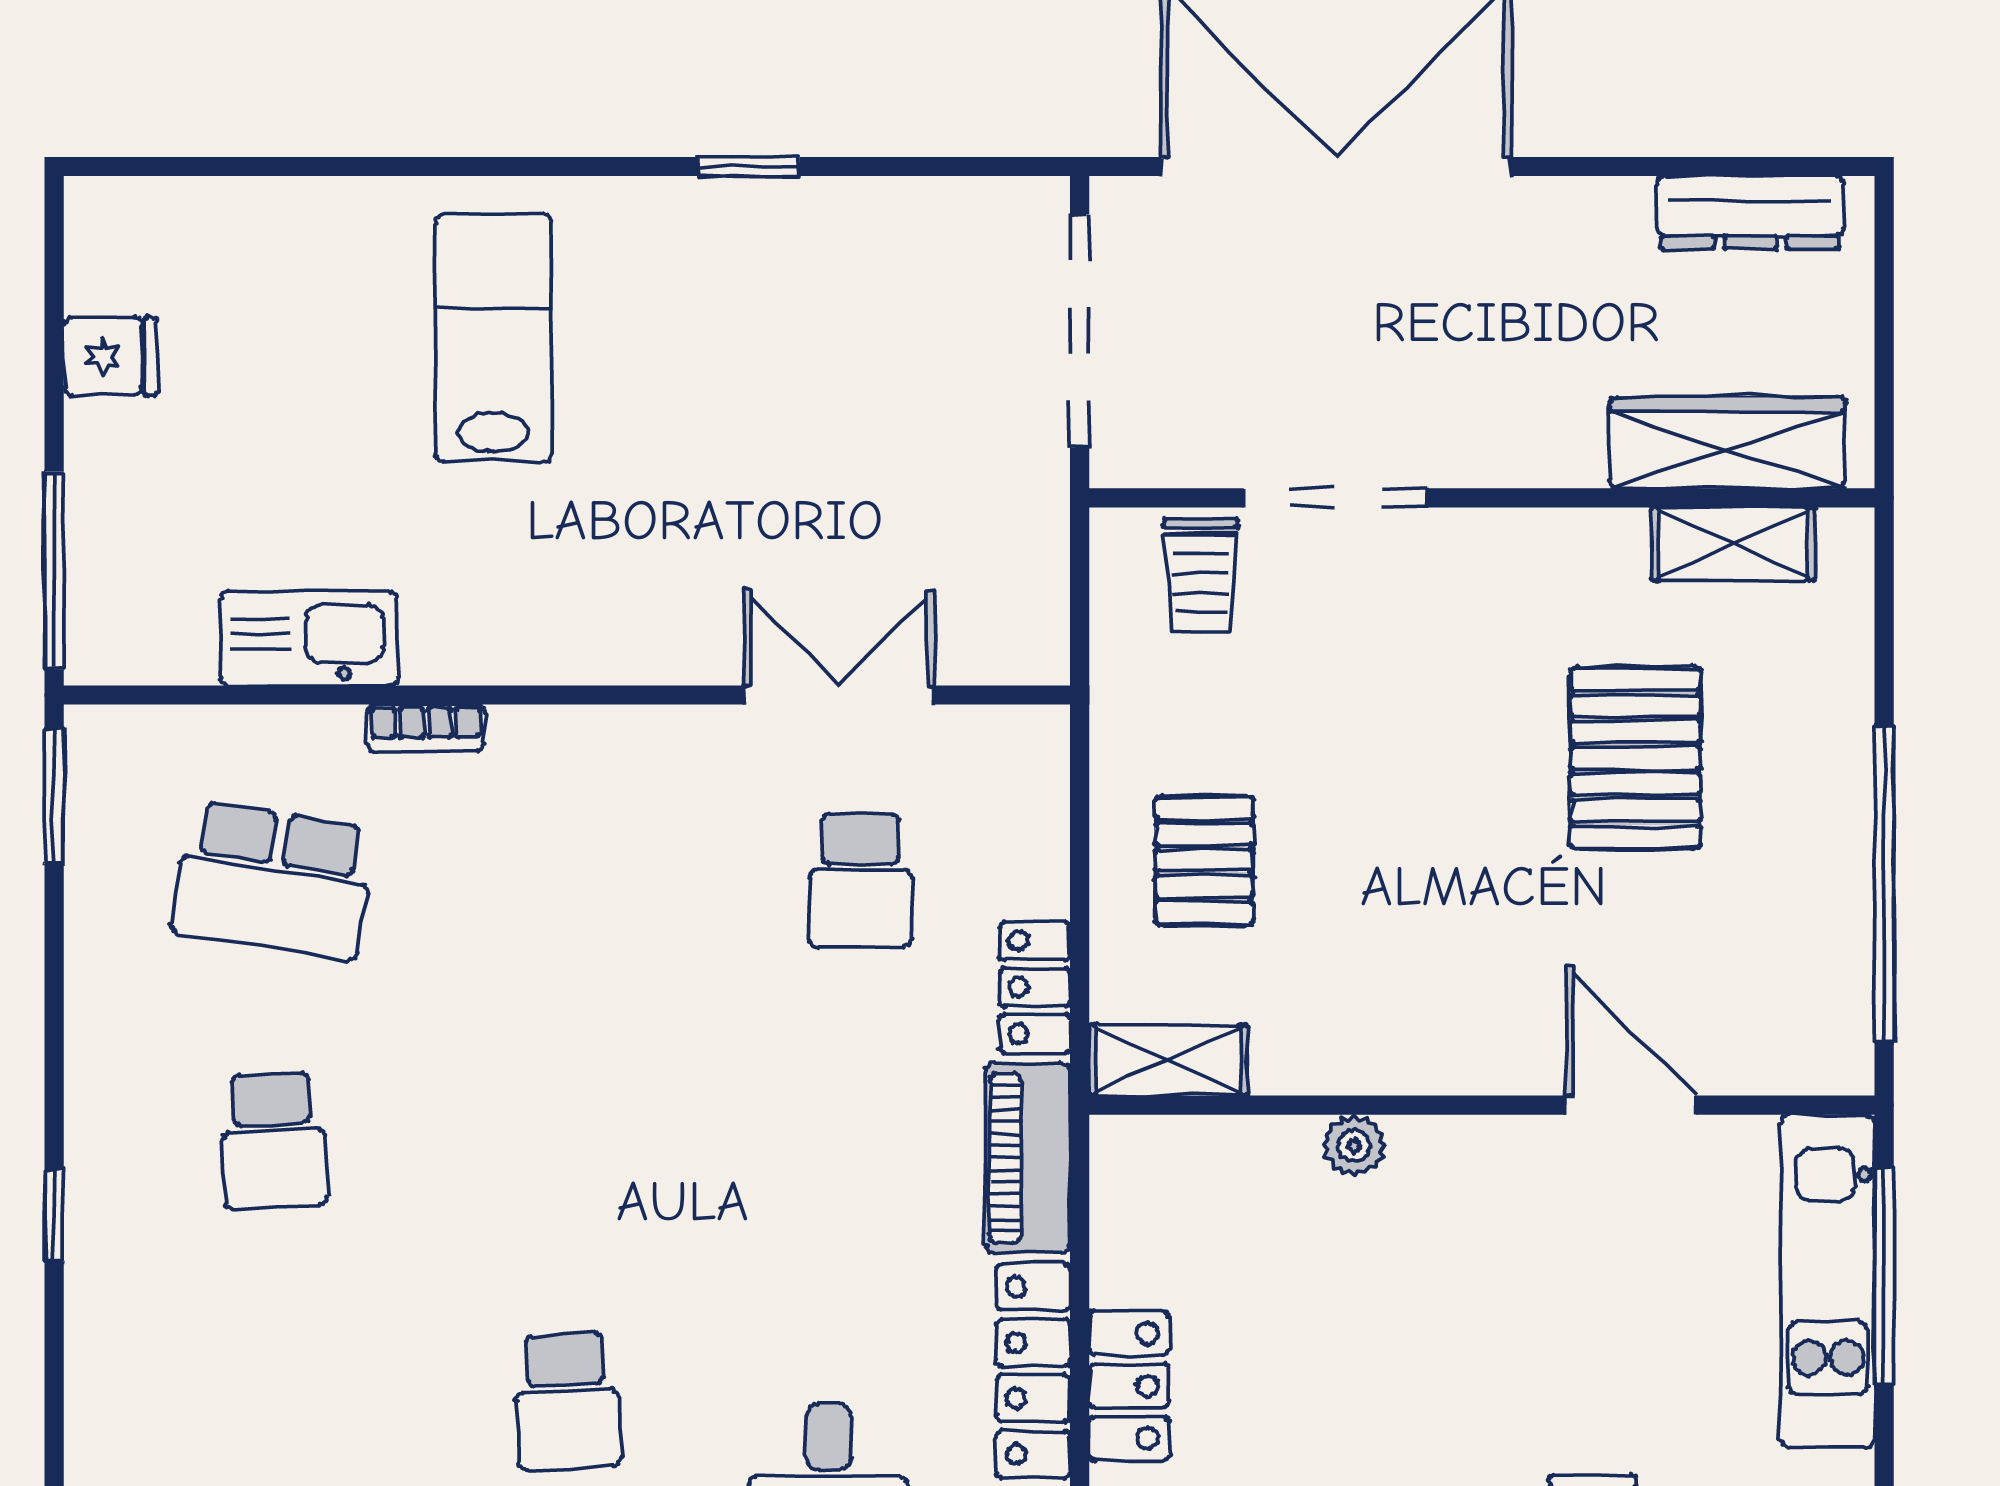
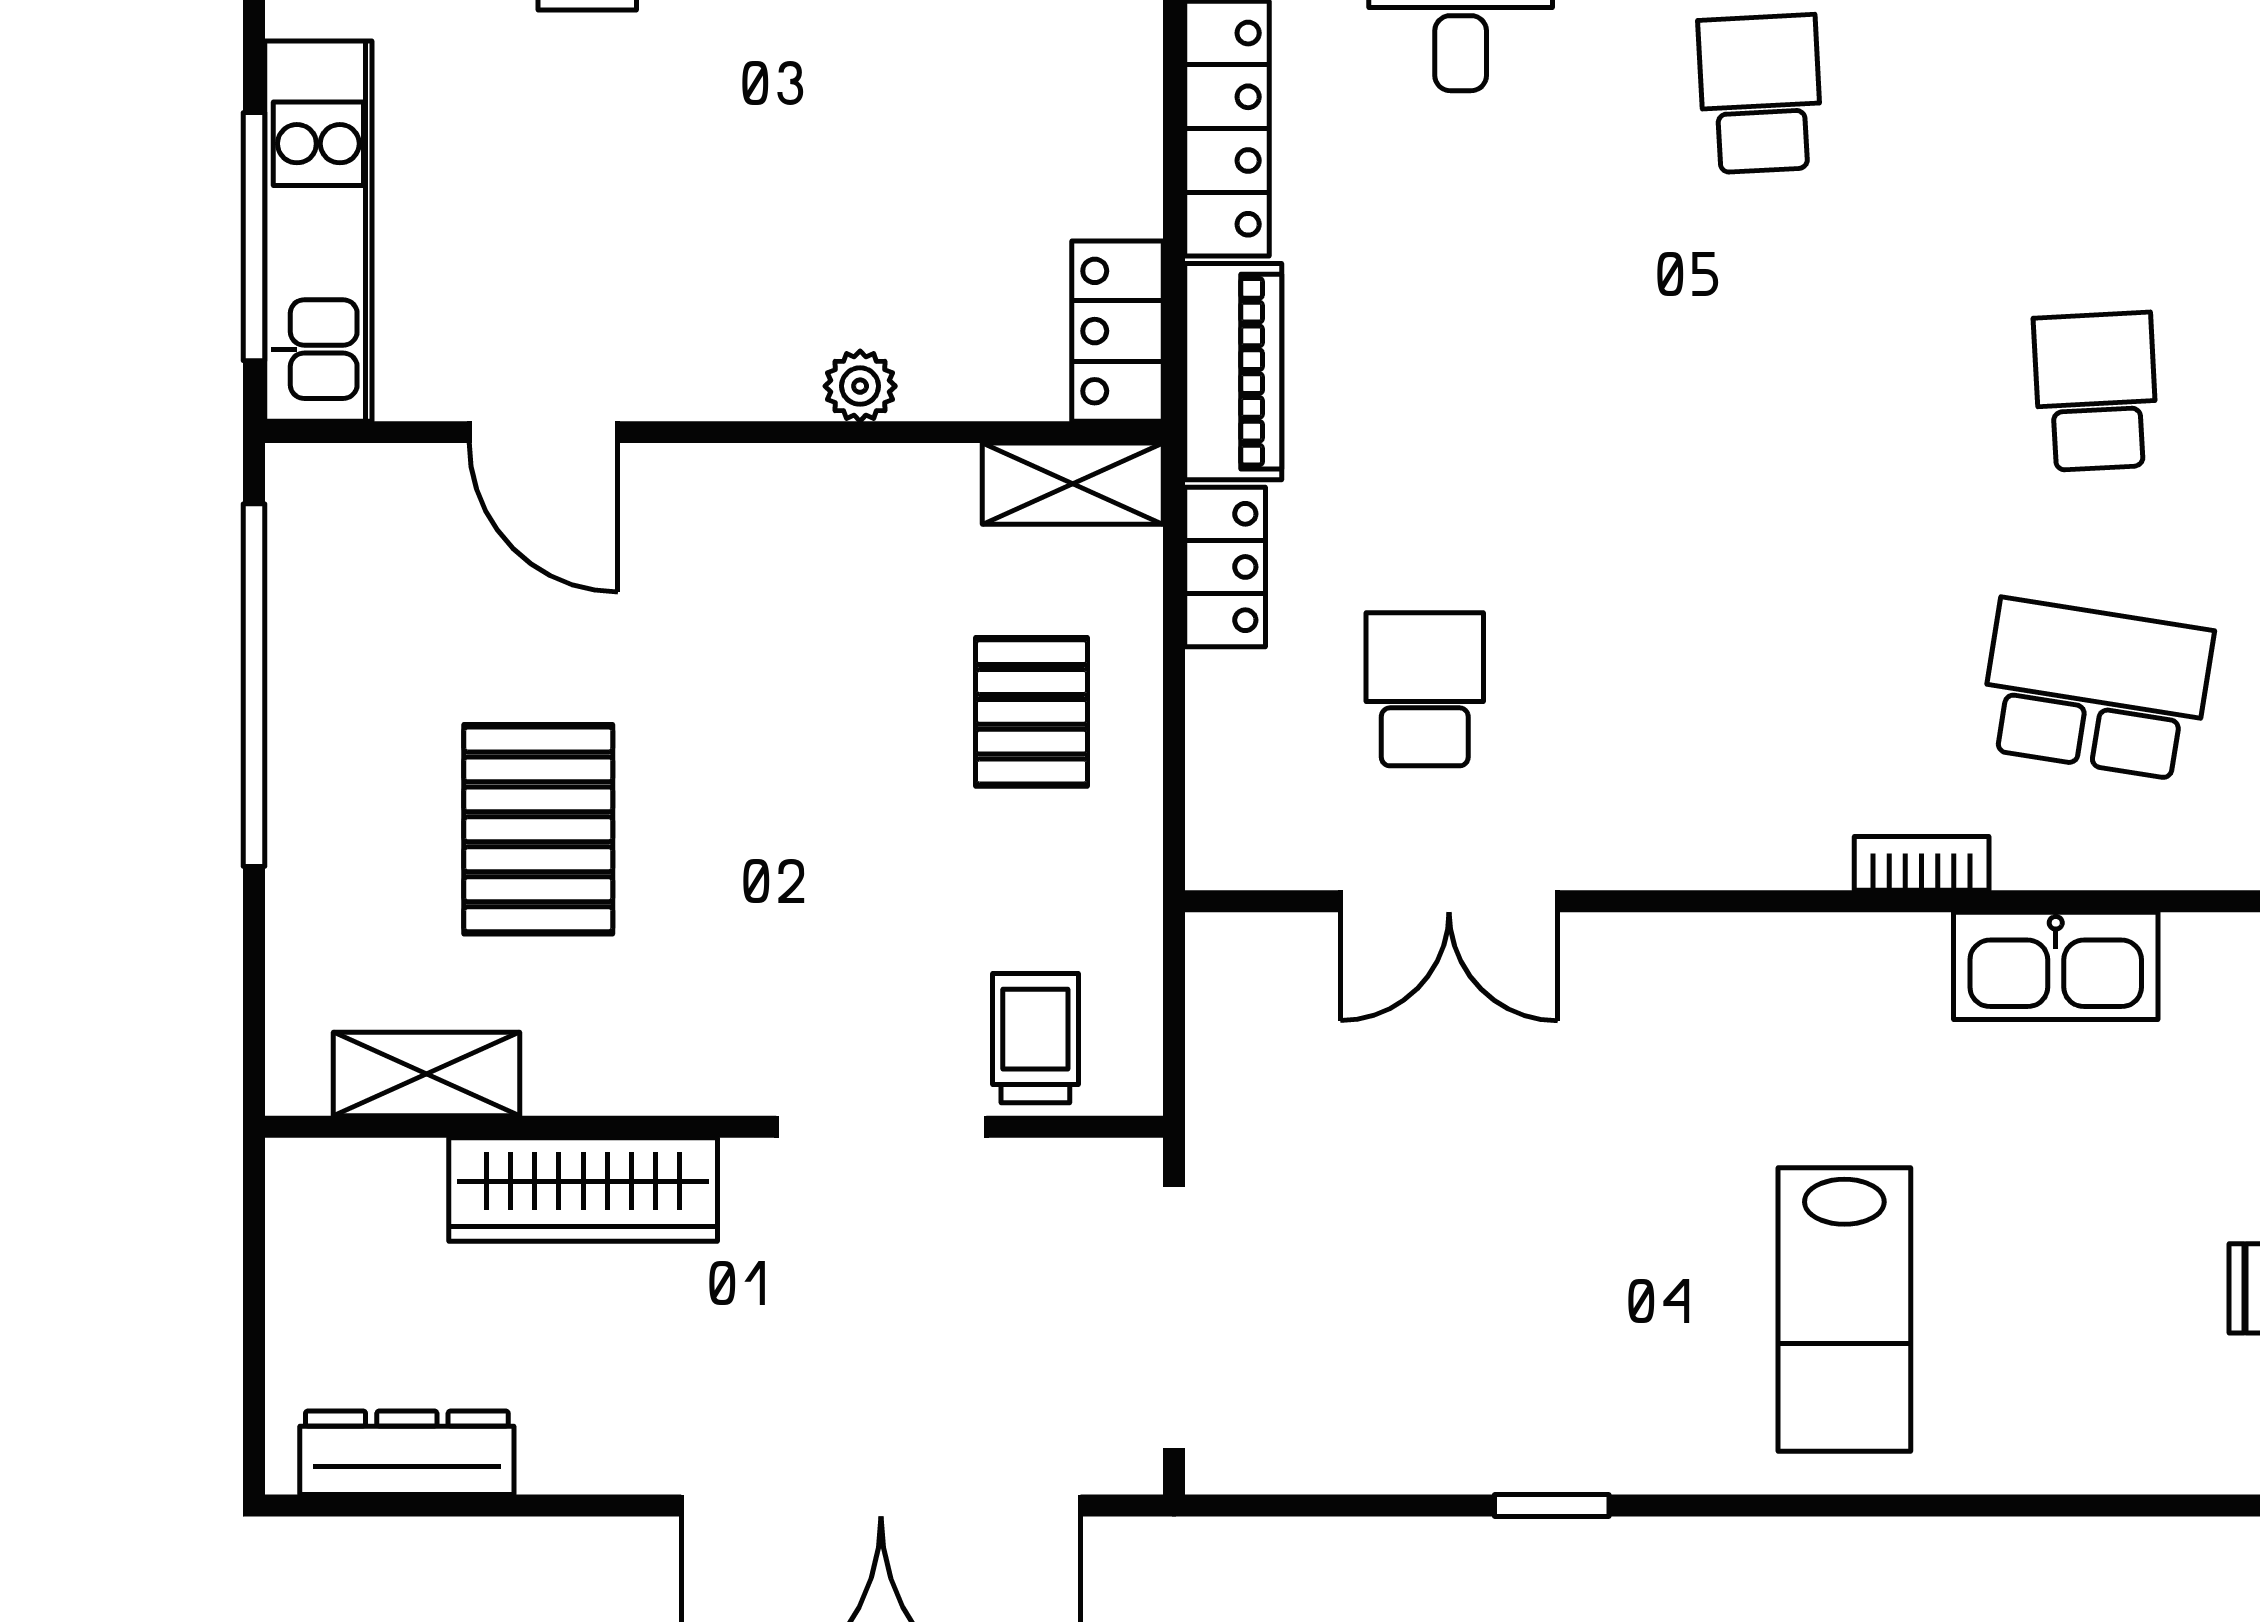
wardrobe: (1727, 443) -> (583, 1189), moved
locker: (1129, 1386) -> (1118, 331), moved

